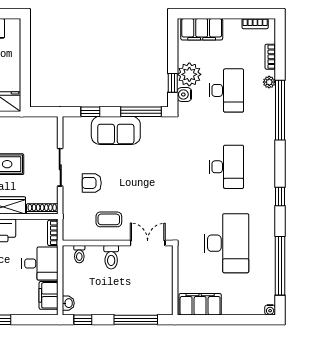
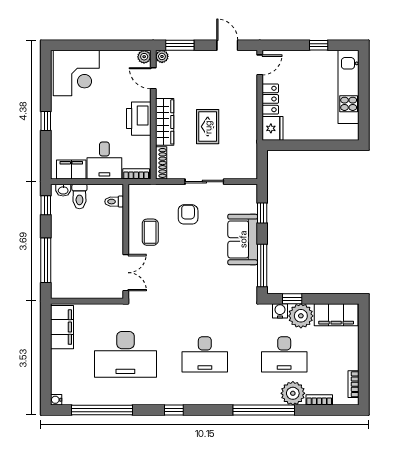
filing cabinet: (202, 29) -> (336, 315), moved, turned -90
plant: (269, 82) -> (293, 393), width x1.88, depth x1.88
toilet: (111, 257) -> (79, 196), moved, turned -90

